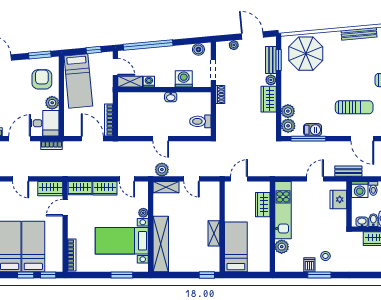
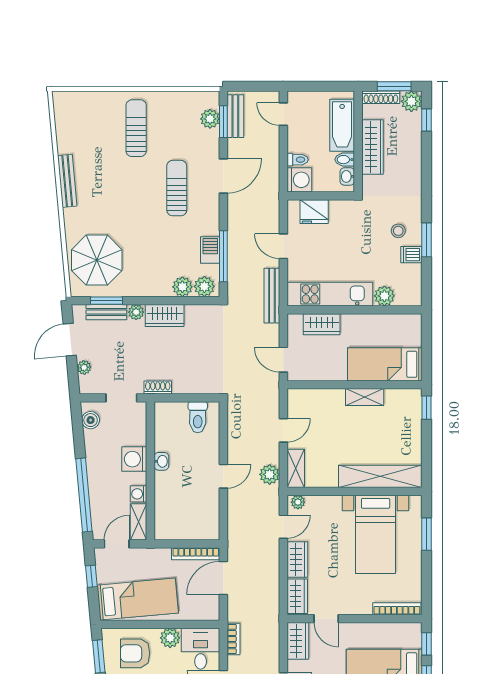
washing machine: (184, 79) -> (134, 459), moved
bench: (348, 171) -> (272, 296), moved, width x1.36
plant: (143, 213) -> (298, 502), moved

